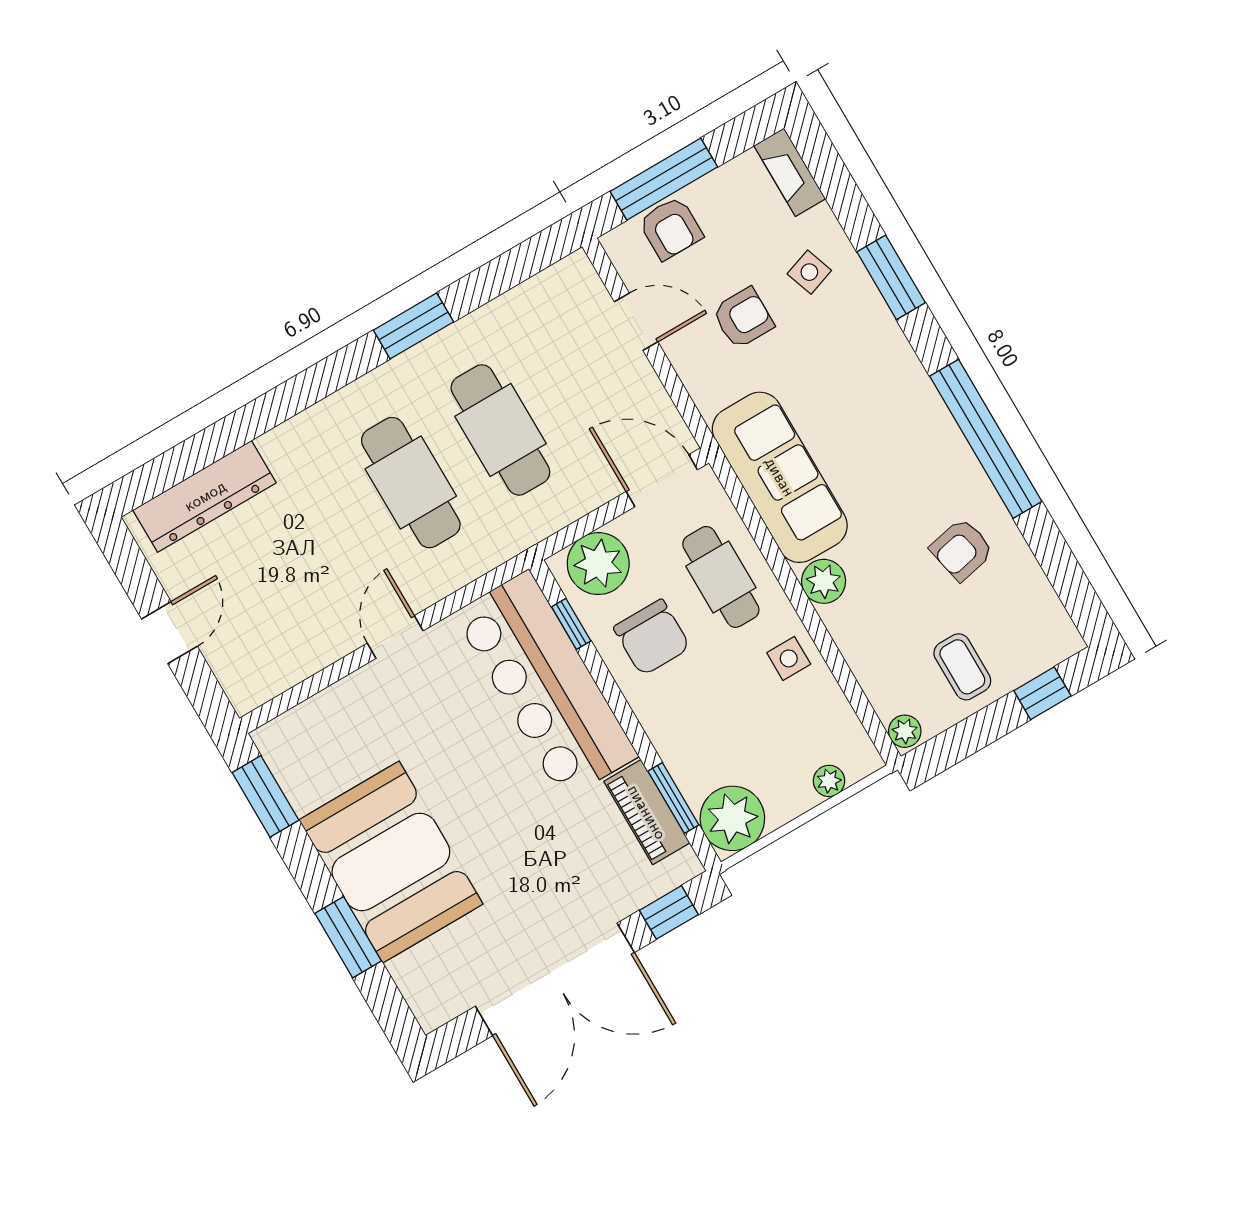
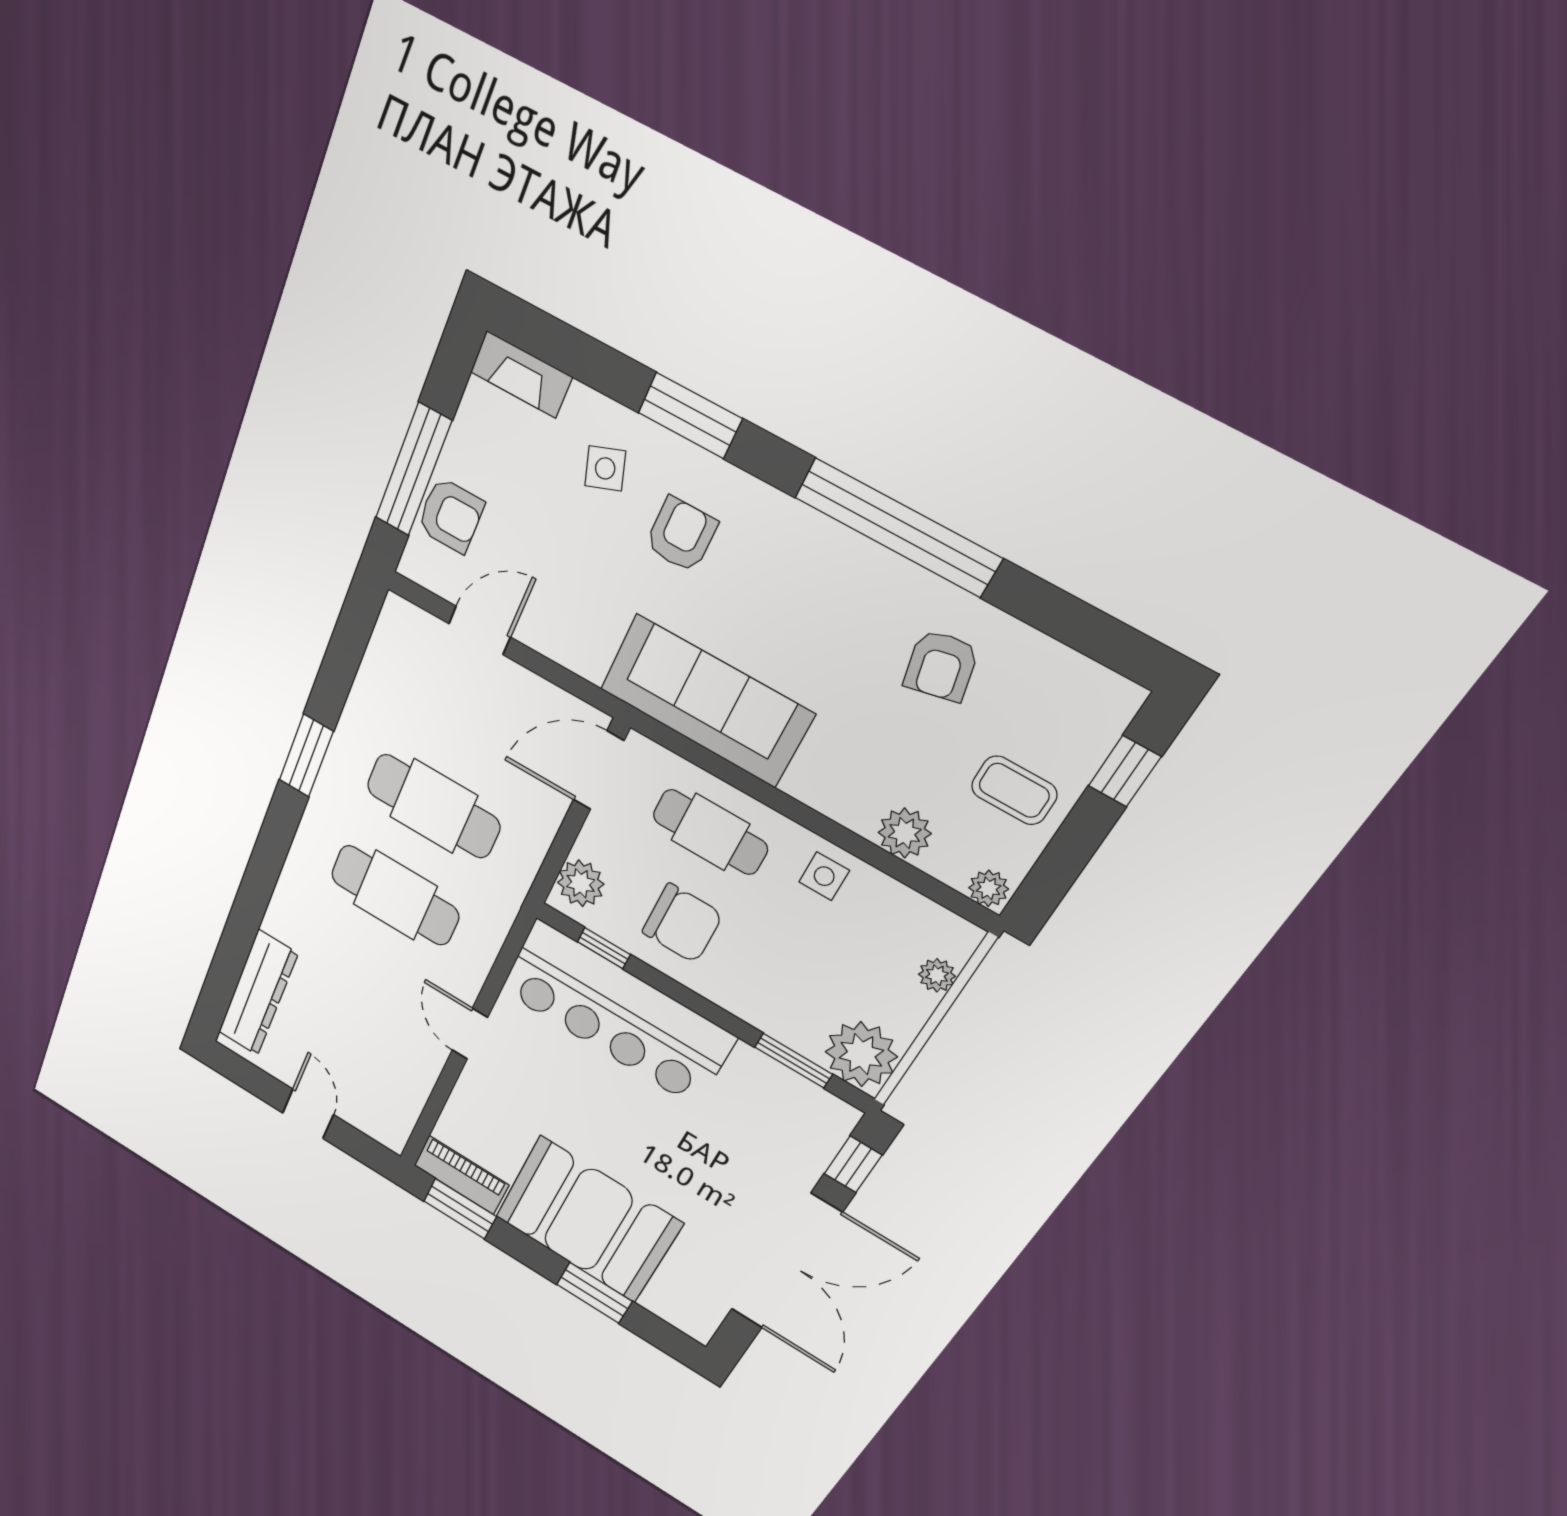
armchair: (743, 318) -> (681, 535), moved
plant: (598, 564) -> (581, 883), width x0.73, depth x0.73
plant: (824, 581) -> (905, 833), moved
piano: (647, 812) -> (461, 1175), moved, turned 180

